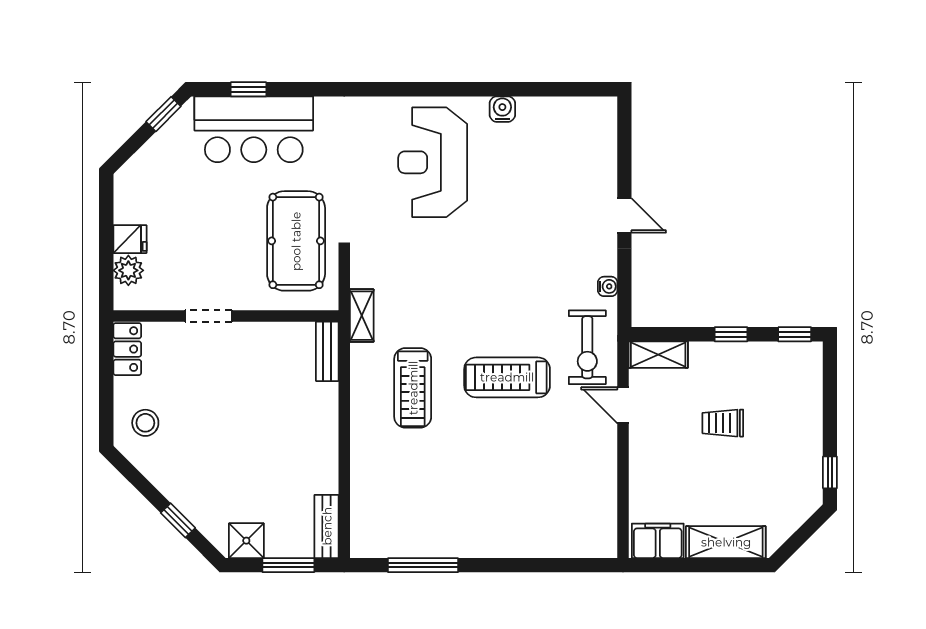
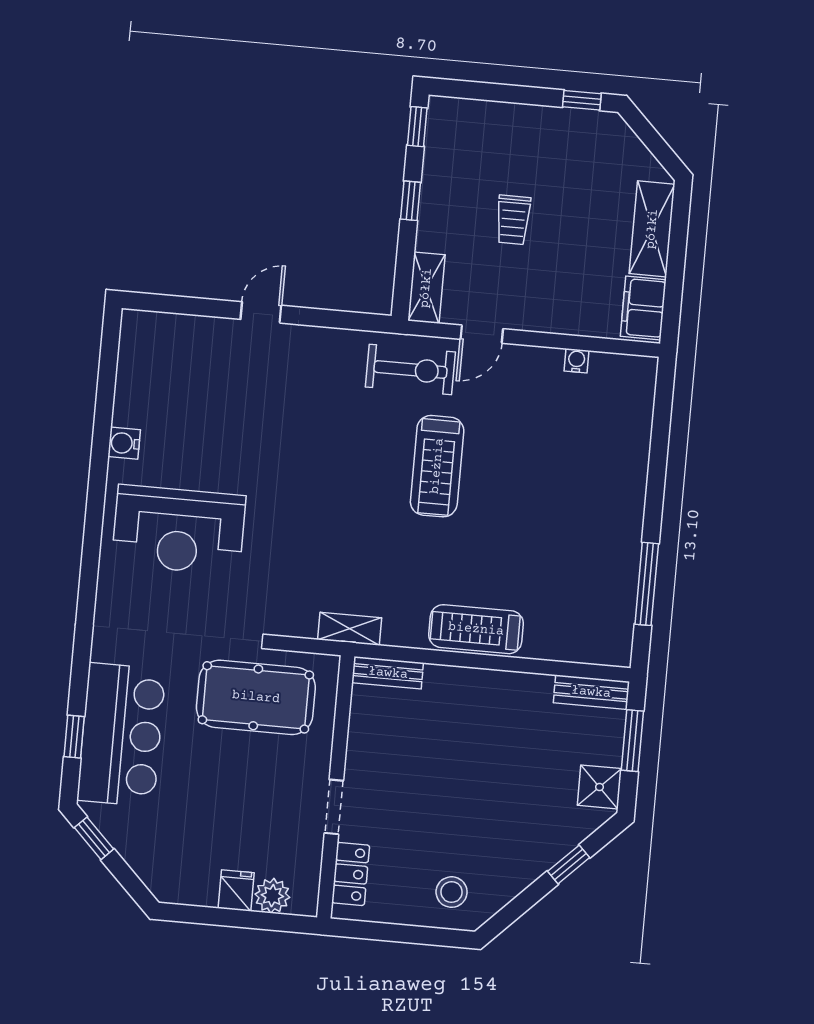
water cooler: (608, 286) -> (577, 361), moved
locker: (127, 349) -> (351, 874), moved, turned 90
treadmill: (413, 388) -> (476, 629), moved, turned 180

